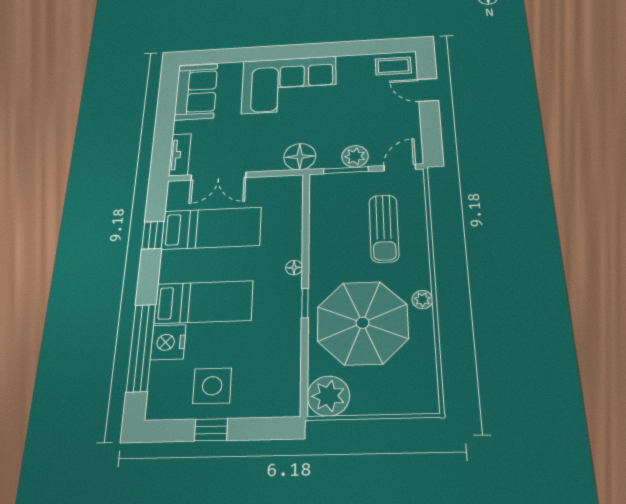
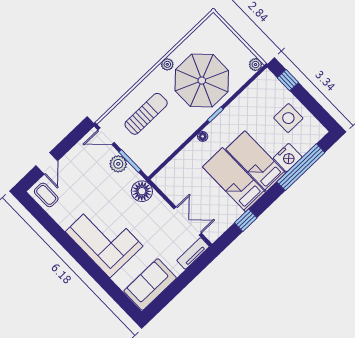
bed: (211, 228) -> (234, 180), moved
plant: (328, 396) -> (256, 65), width x0.53, depth x0.53
window: (211, 430) -> (288, 80), moved

